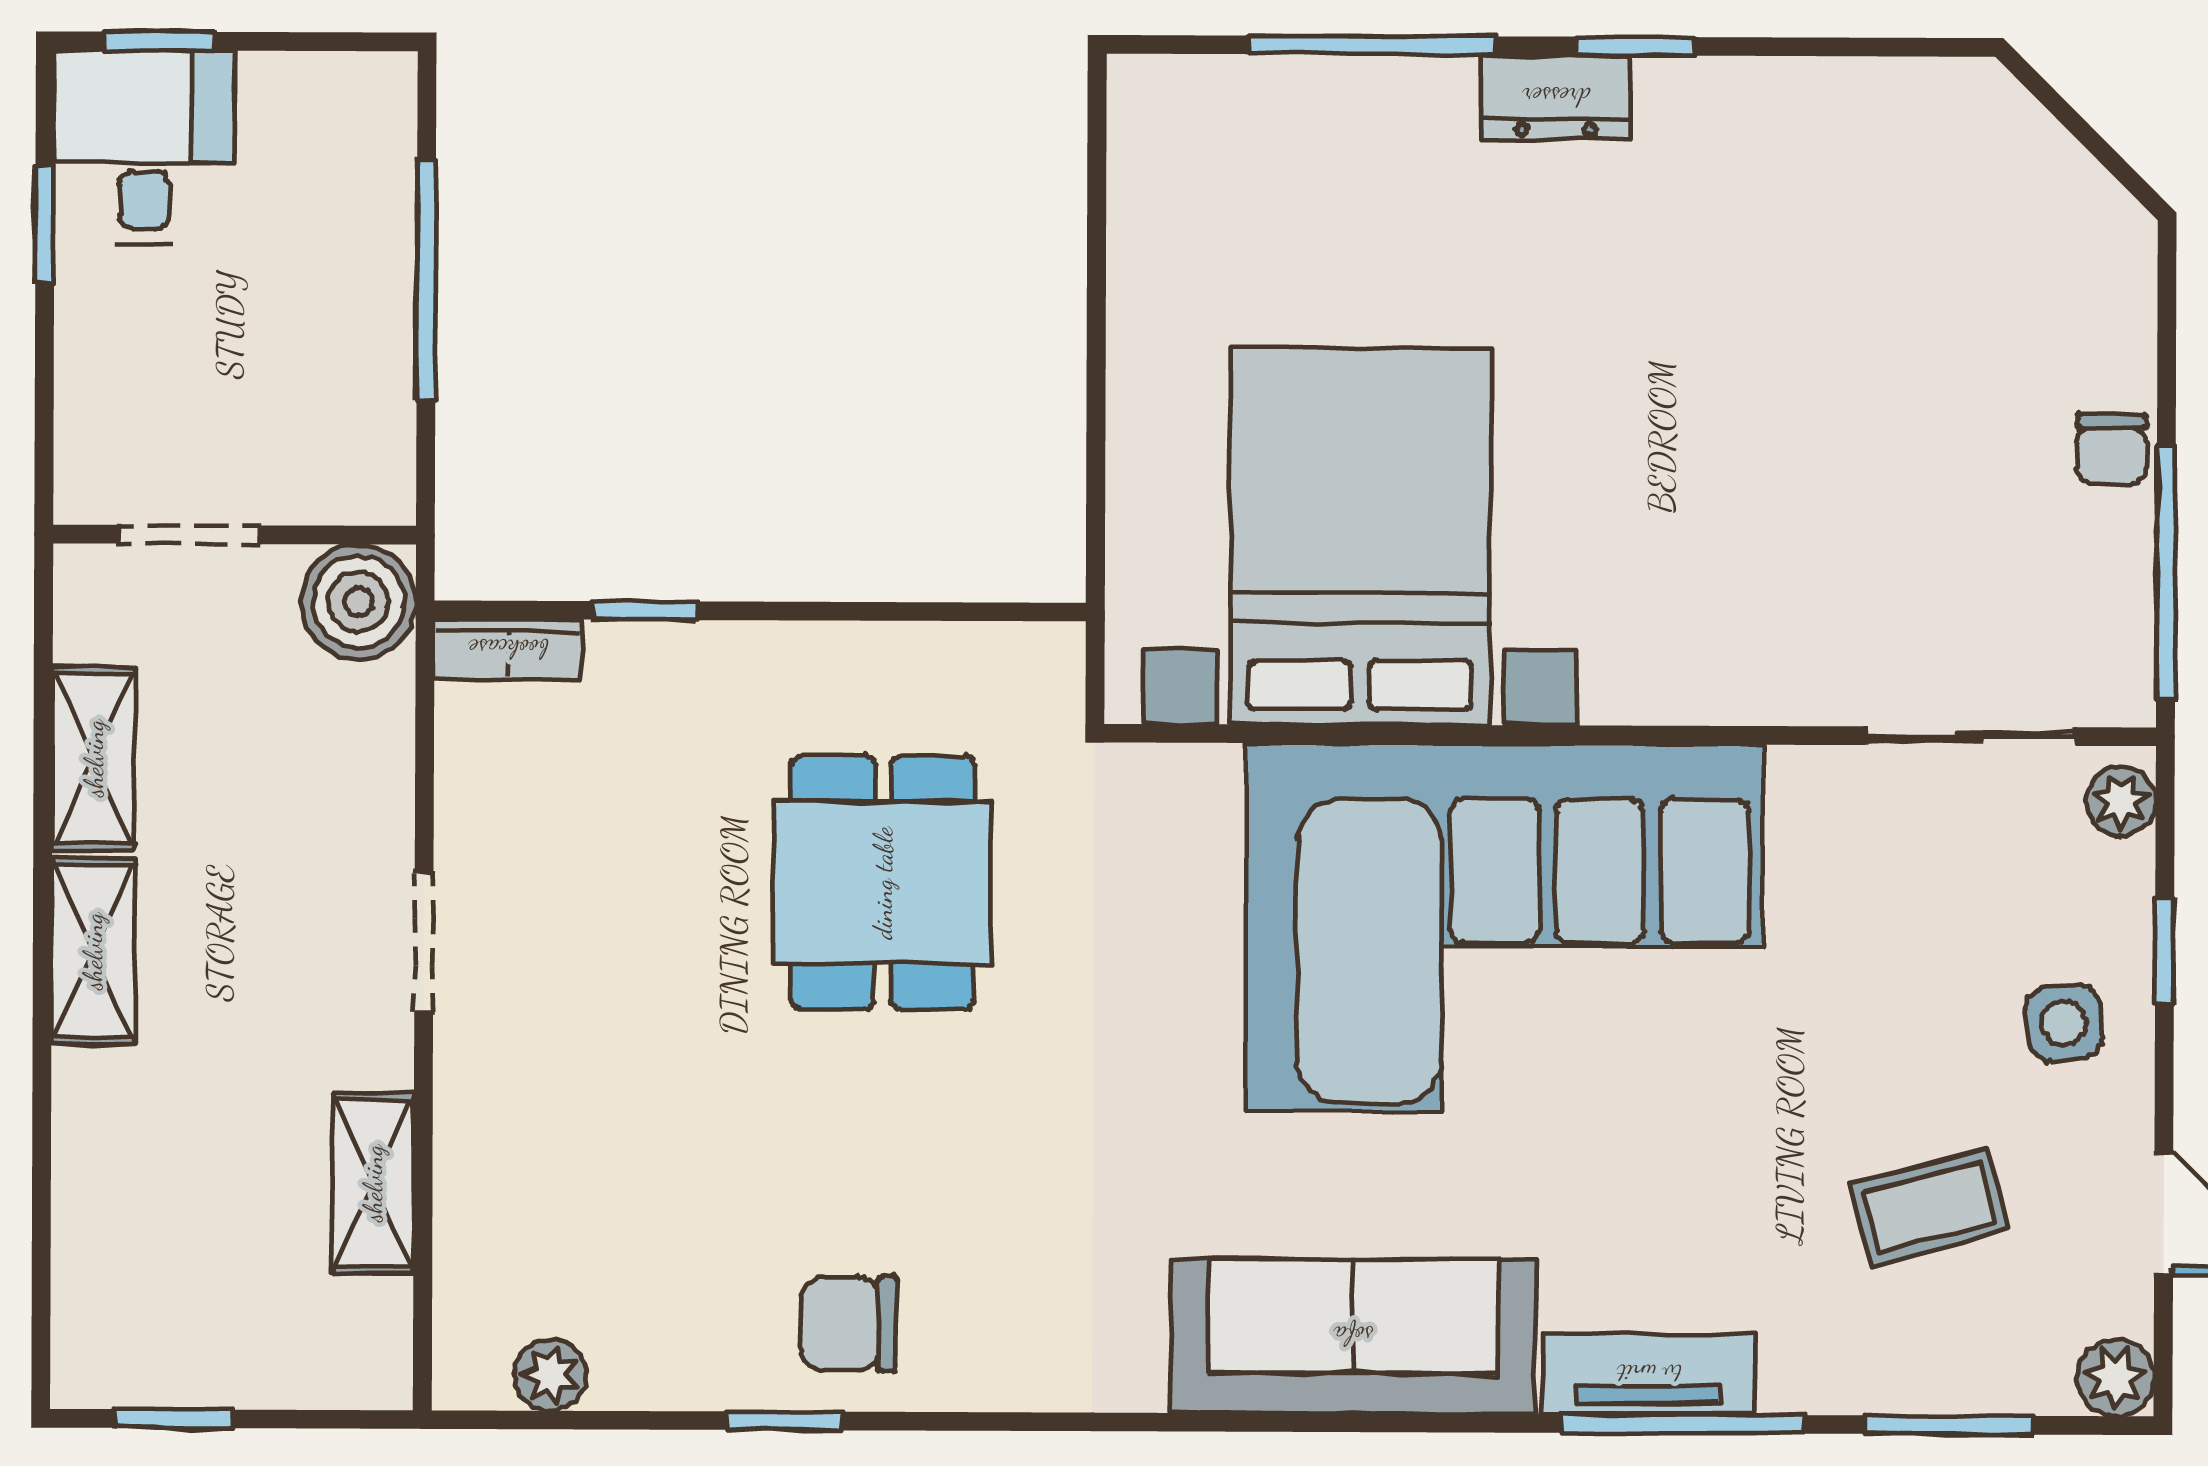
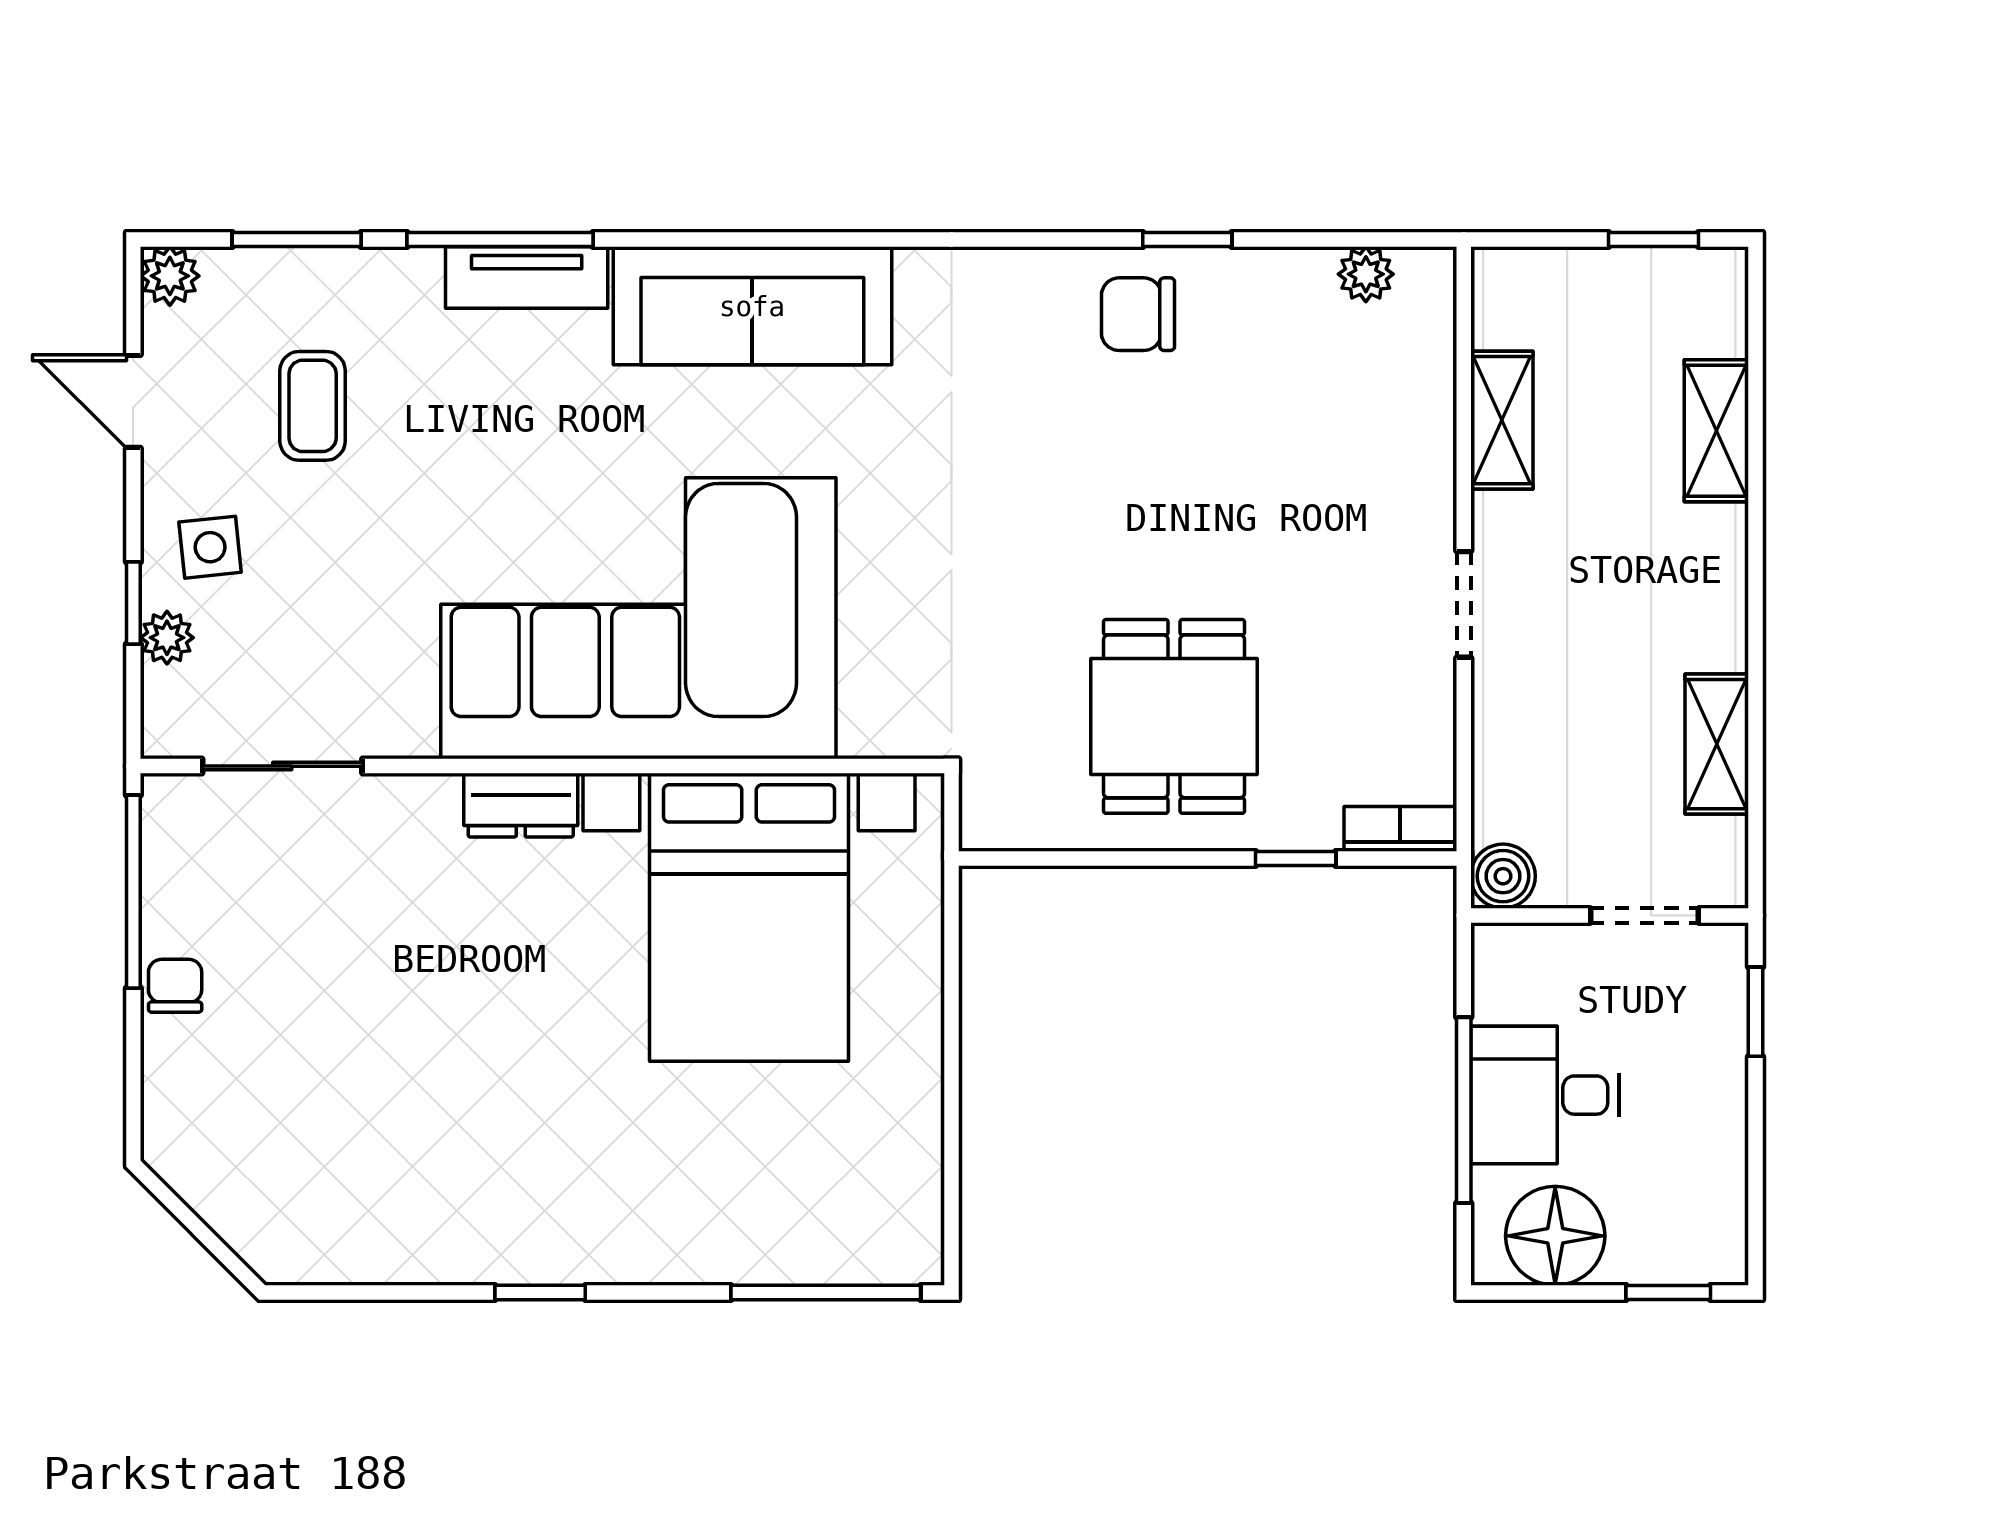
window: (1372, 45) -> (826, 1292), moved
dresser: (1556, 97) -> (521, 805), moved, turned 180
floor lamp: (307, 116) -> (1555, 1236), added
desk: (145, 147) -> (1545, 1095), moved, turned 90
window: (45, 225) -> (1755, 1012), moved
boiler: (358, 602) -> (1503, 876), width x0.73, depth x0.73
plant: (2121, 801) -> (167, 638), moved
dining table: (883, 883) -> (1174, 716), moved
shelving: (93, 951) -> (1716, 431), moved
coffee table: (1929, 1207) -> (313, 406), turned -75
chair: (849, 1323) -> (1138, 314), turned 180

